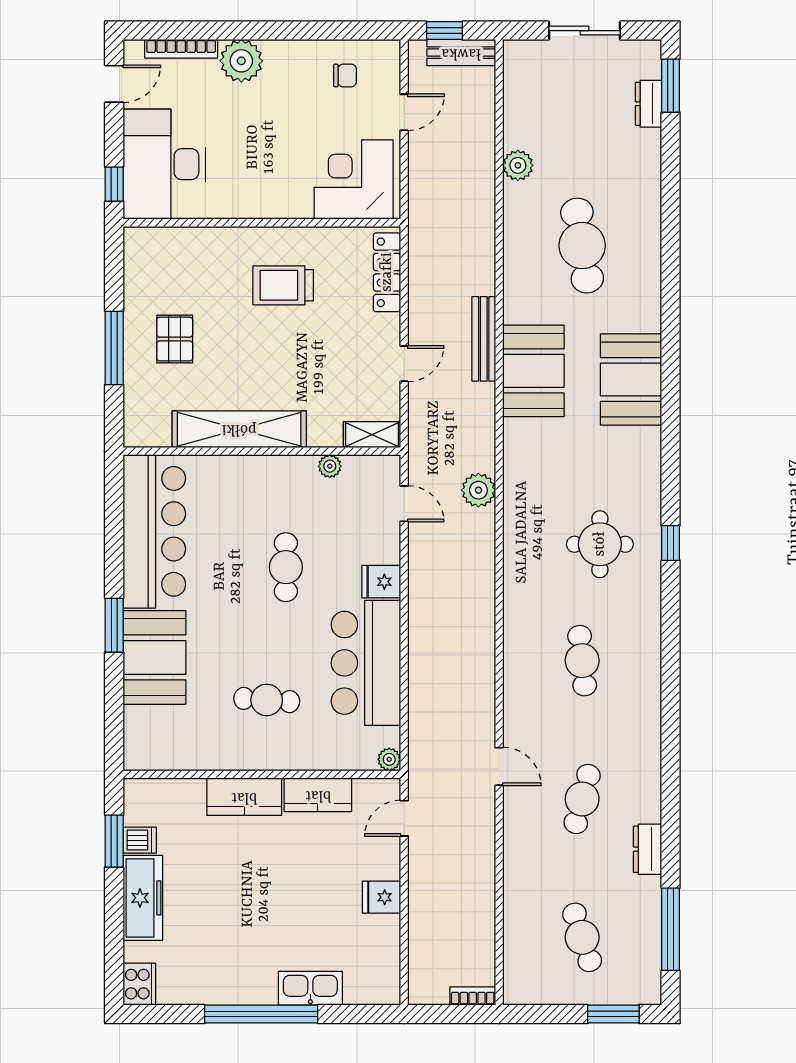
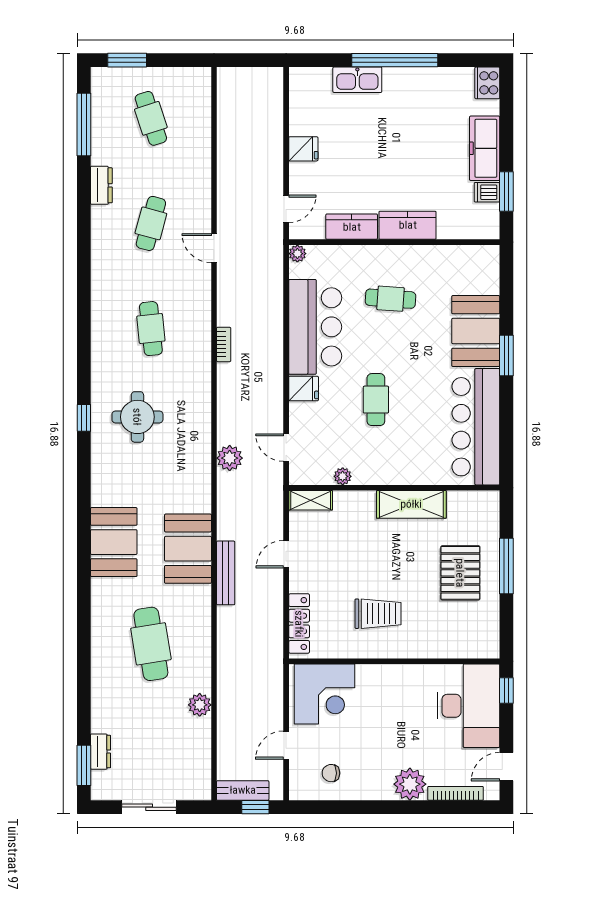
pallet: (175, 339) -> (460, 573), width x1.50, depth x1.42
shelving: (239, 429) -> (411, 504), width x0.68
bookcase: (473, 996) -> (224, 344), moved, turned -90

